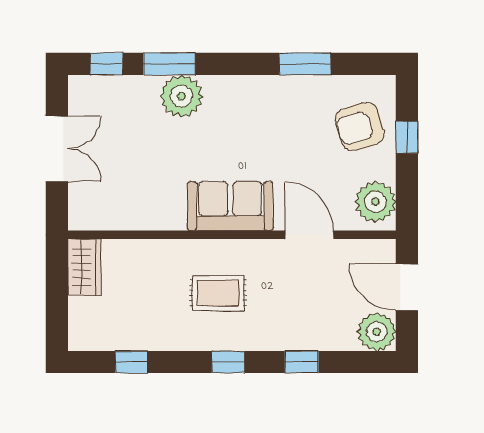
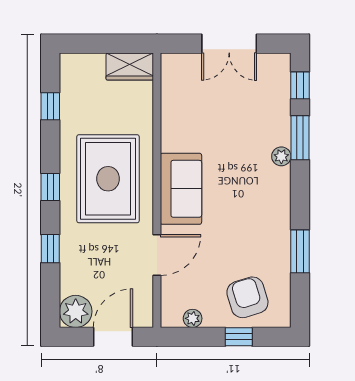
plant: (182, 96) -> (281, 156), width x0.53, depth x0.53
plant: (375, 202) -> (193, 318), width x0.53, depth x0.53
rug: (218, 293) -> (108, 179), width x1.86, depth x2.06

